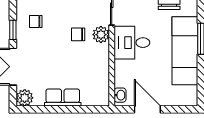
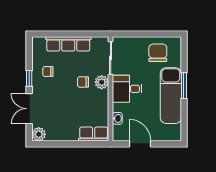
washbasin: (120, 95) -> (117, 118), moved
row of seats: (63, 98) -> (94, 134), moved

